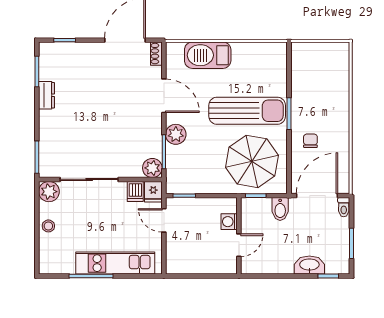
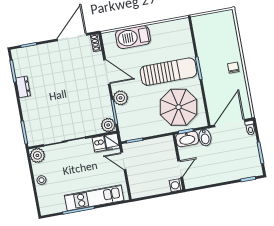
chair: (310, 141) -> (233, 68), moved
washing machine: (229, 222) -> (176, 185), moved
washbasin: (309, 265) -> (187, 139), moved, turned 180

